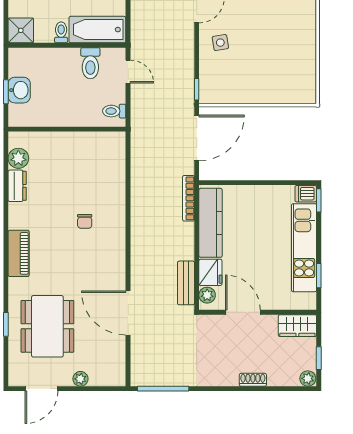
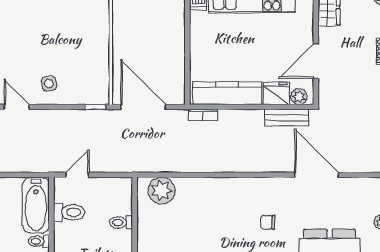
toilet: (114, 111) -> (121, 223), moved, turned 90
plant: (112, 156) -> (161, 191), added
bookcase: (189, 198) -> (203, 115), width x0.64
chair: (85, 221) -> (268, 222), moved, turned 180
door: (128, 313) -> (316, 175), swing flipped

